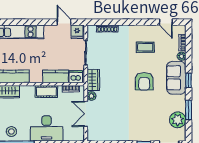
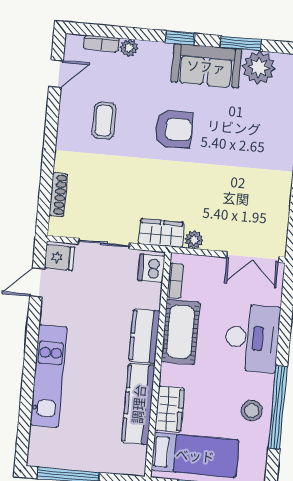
kitchen counter: (56, 76) -> (144, 336), moved
sofa: (176, 78) -> (206, 66), moved
cot: (46, 92) -> (180, 332), width x1.37, depth x1.34
double door: (86, 114) -> (253, 257), moved

